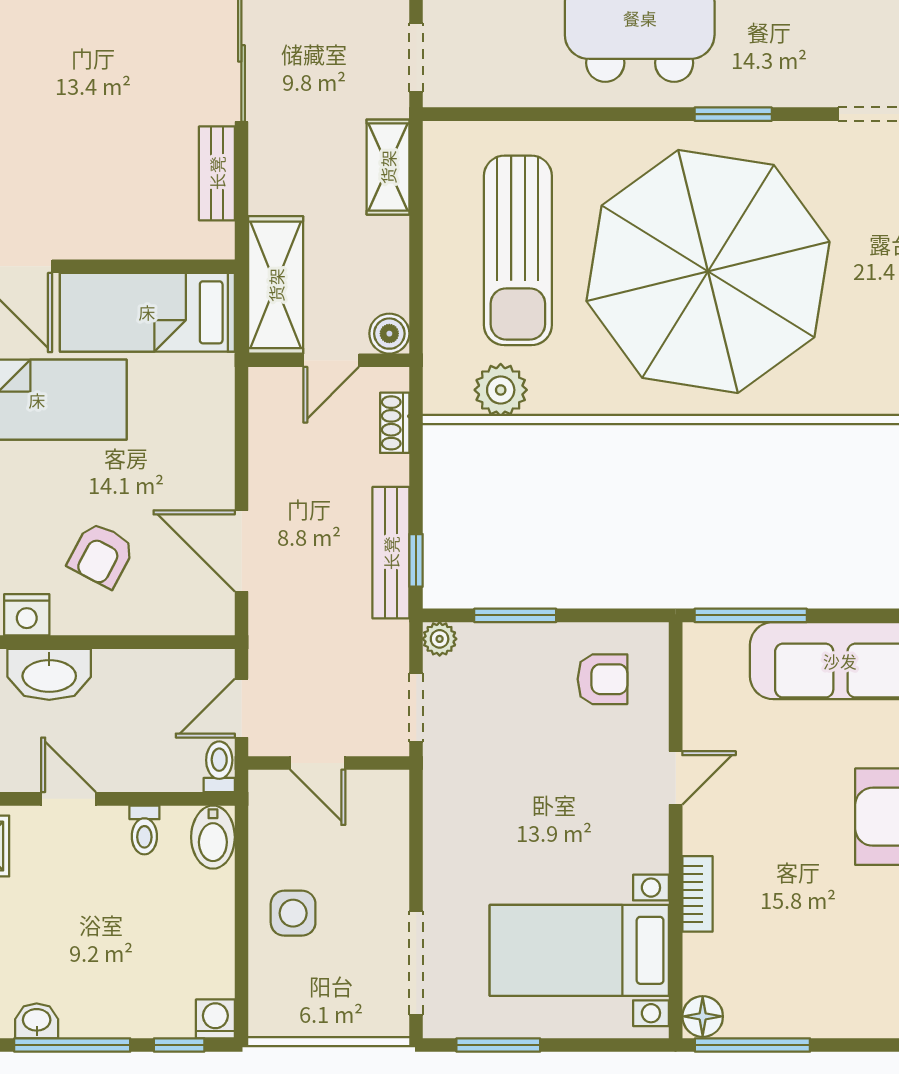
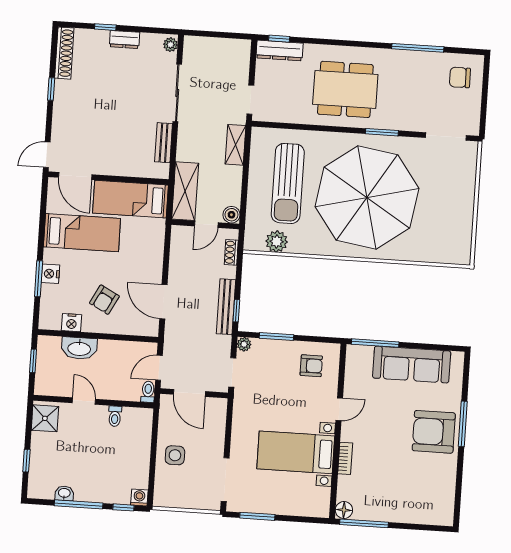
door: (318, 763) -> (189, 393), width x1.38
bidet: (213, 837) -> (143, 421), removed
bed with nightstands: (579, 950) -> (296, 452), moved

